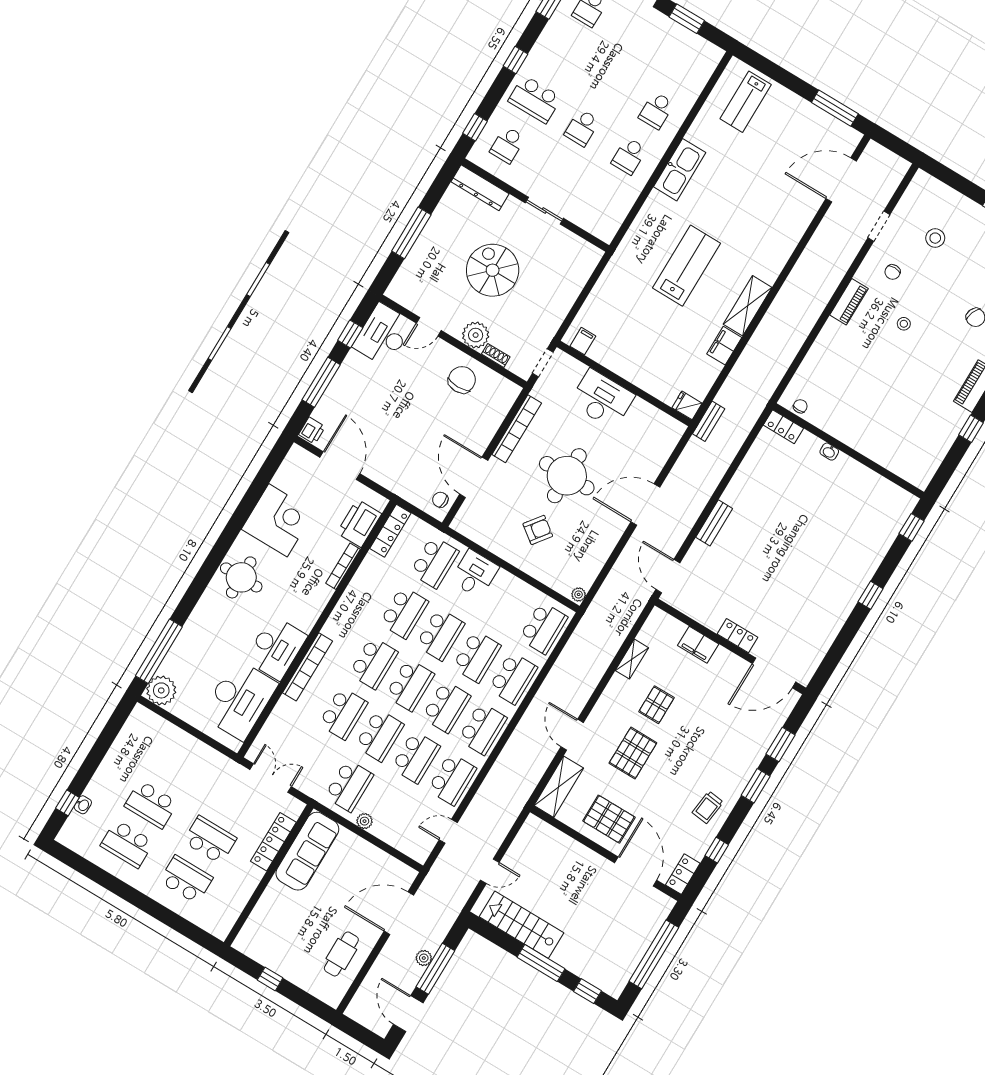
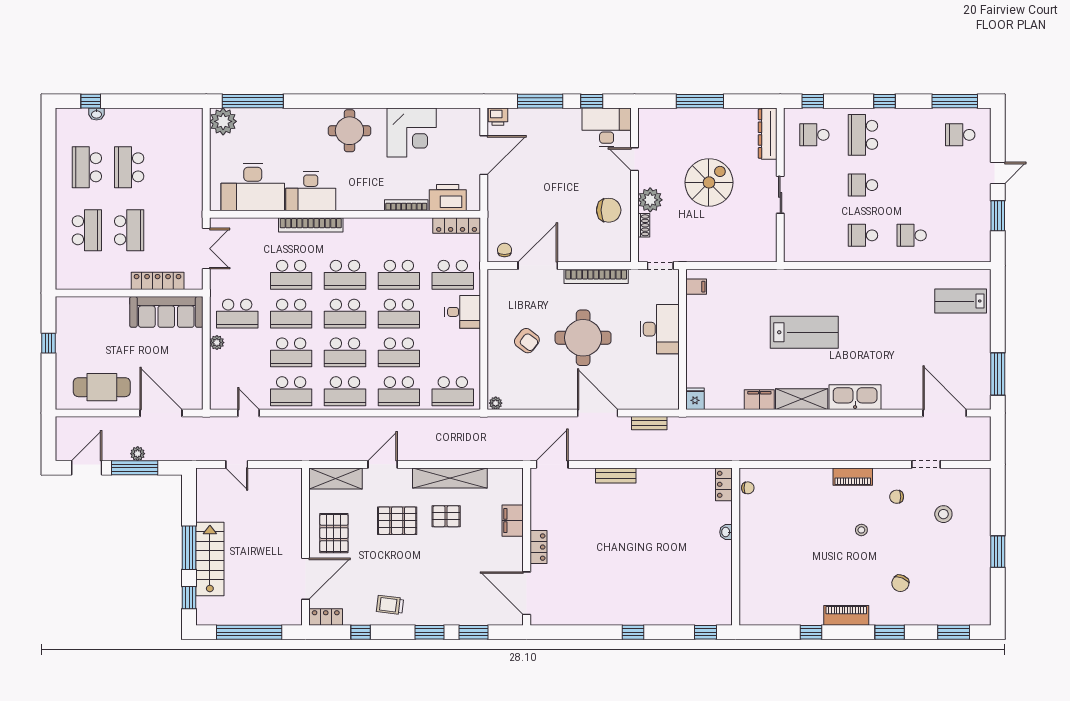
kitchen sink: (680, 170) -> (855, 397), moved, turned 180
bench: (709, 421) -> (649, 423), moved
shelving: (632, 659) -> (450, 478), width x2.20, depth x1.33
stairs: (521, 925) -> (210, 559), moved
cafe table: (341, 954) -> (102, 387), width x1.37, depth x1.35

